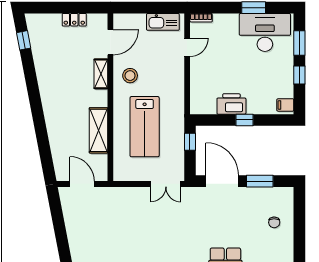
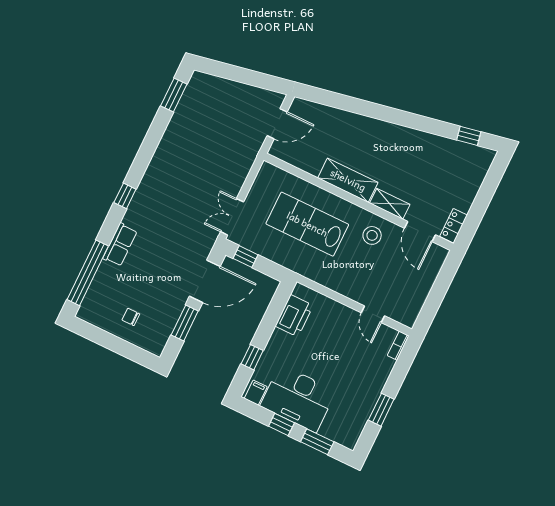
locker: (74, 20) -> (454, 226), moved
kitchen sink: (163, 22) -> (414, 301), removed
desk: (265, 32) -> (298, 398), moved, turned 90
printer: (231, 104) -> (294, 316), moved
window: (244, 120) -> (252, 357), moved
shelving: (98, 130) -> (348, 180), moved
window: (190, 142) -> (245, 257), moved

